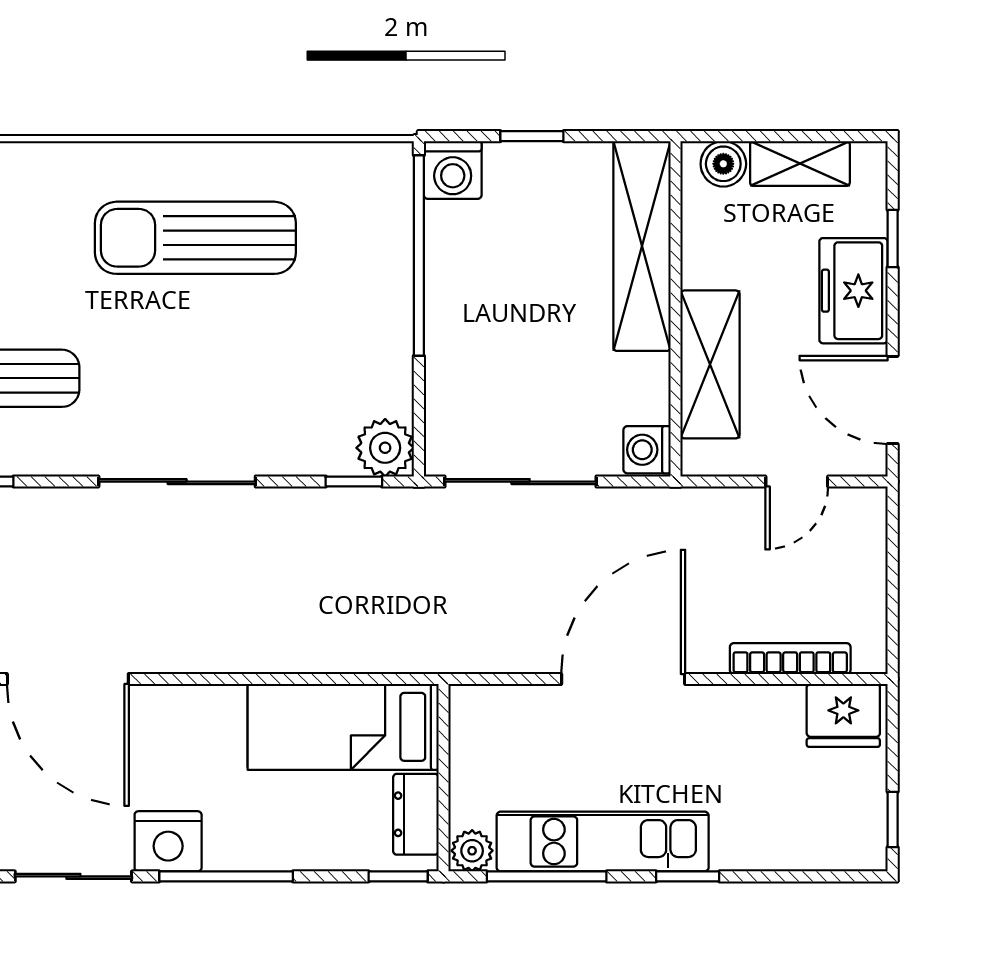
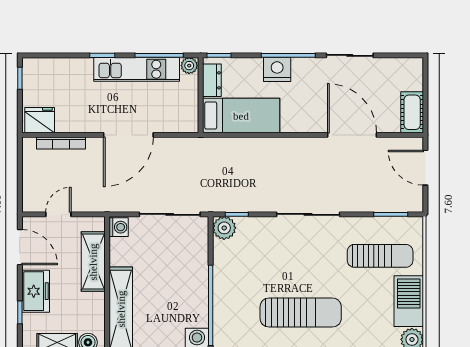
nightstand: (168, 841) -> (277, 69), moved

